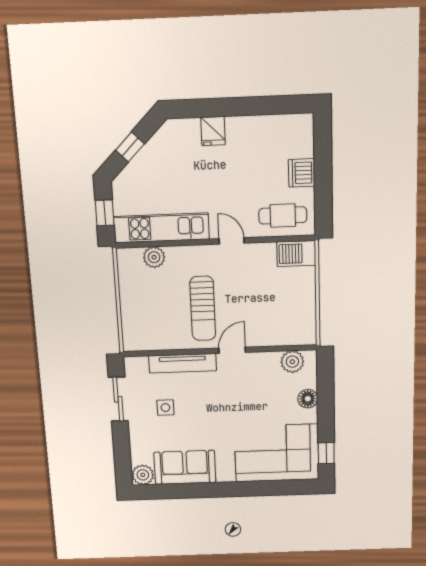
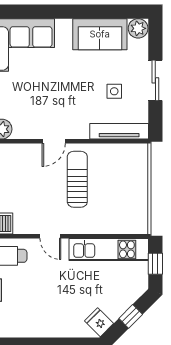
fridge: (213, 131) -> (99, 322), moved, turned -45
plant: (154, 257) -> (116, 225), removed
tv unit: (182, 363) -> (119, 131), moved
sliding door: (118, 399) -> (155, 80), moved

